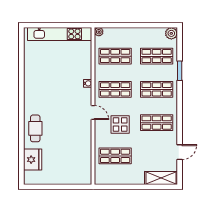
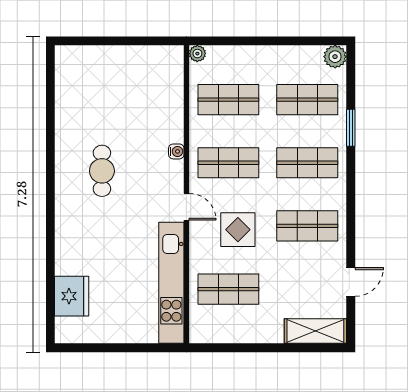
kitchen unit: (60, 34) -> (171, 283), moved, turned 90
cafe table: (35, 128) -> (102, 171), moved

